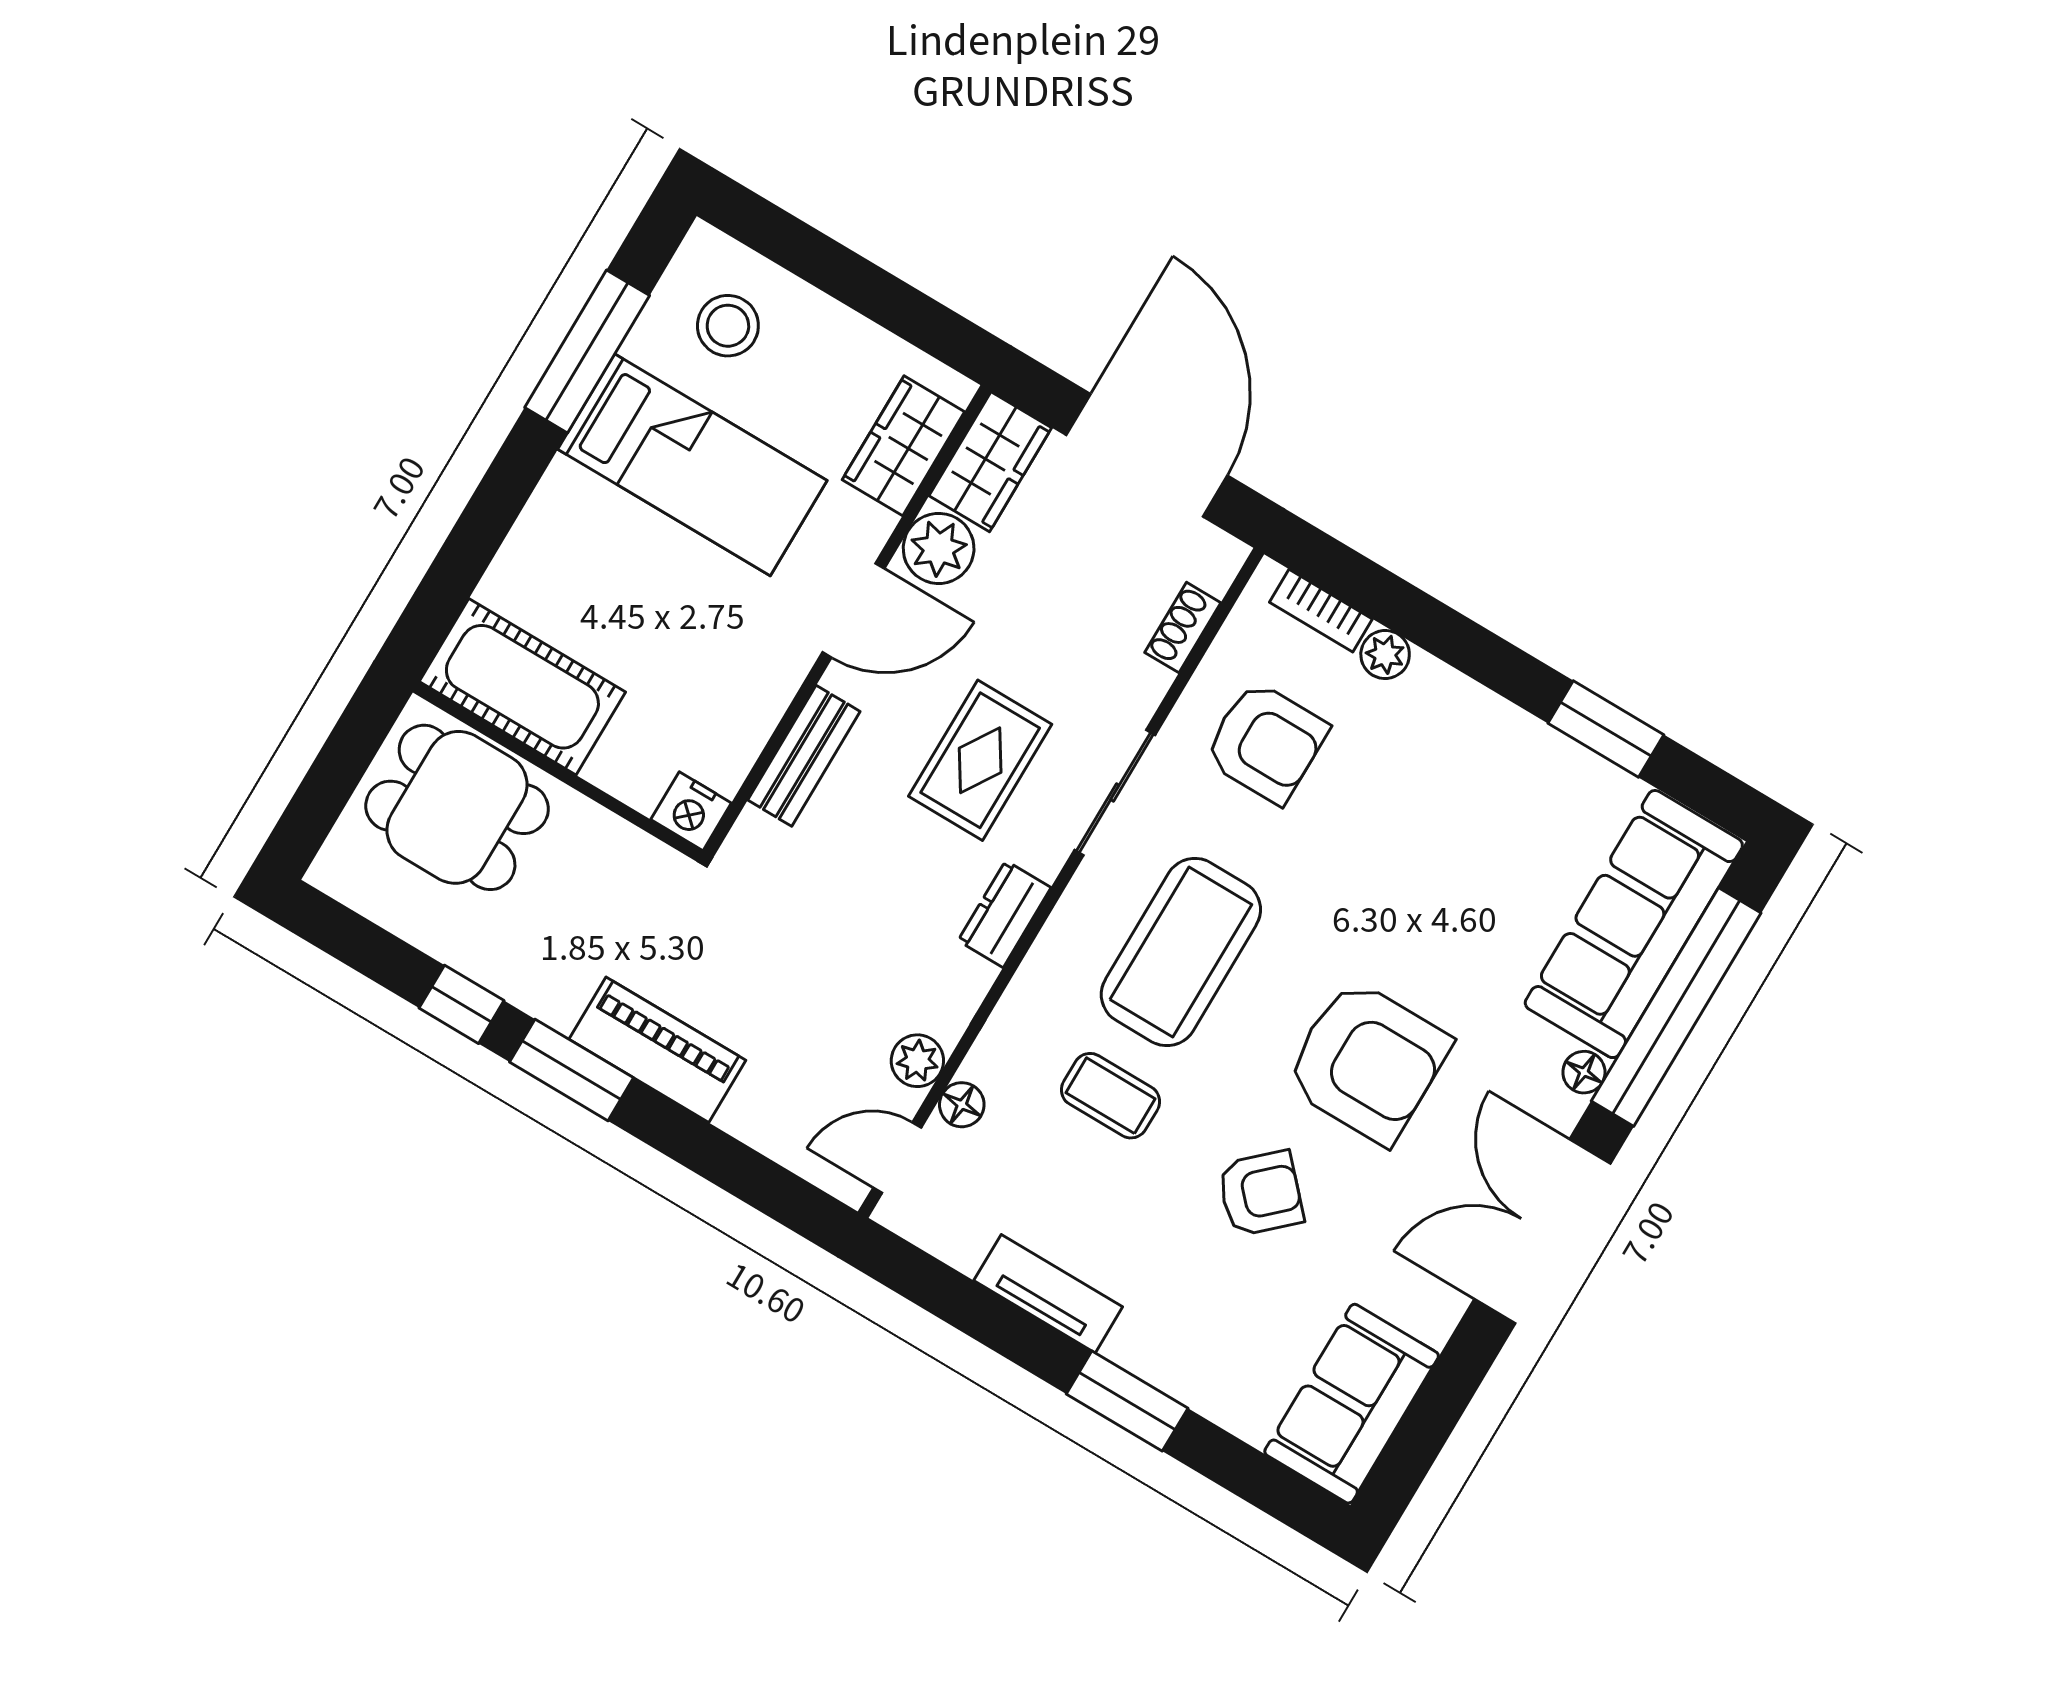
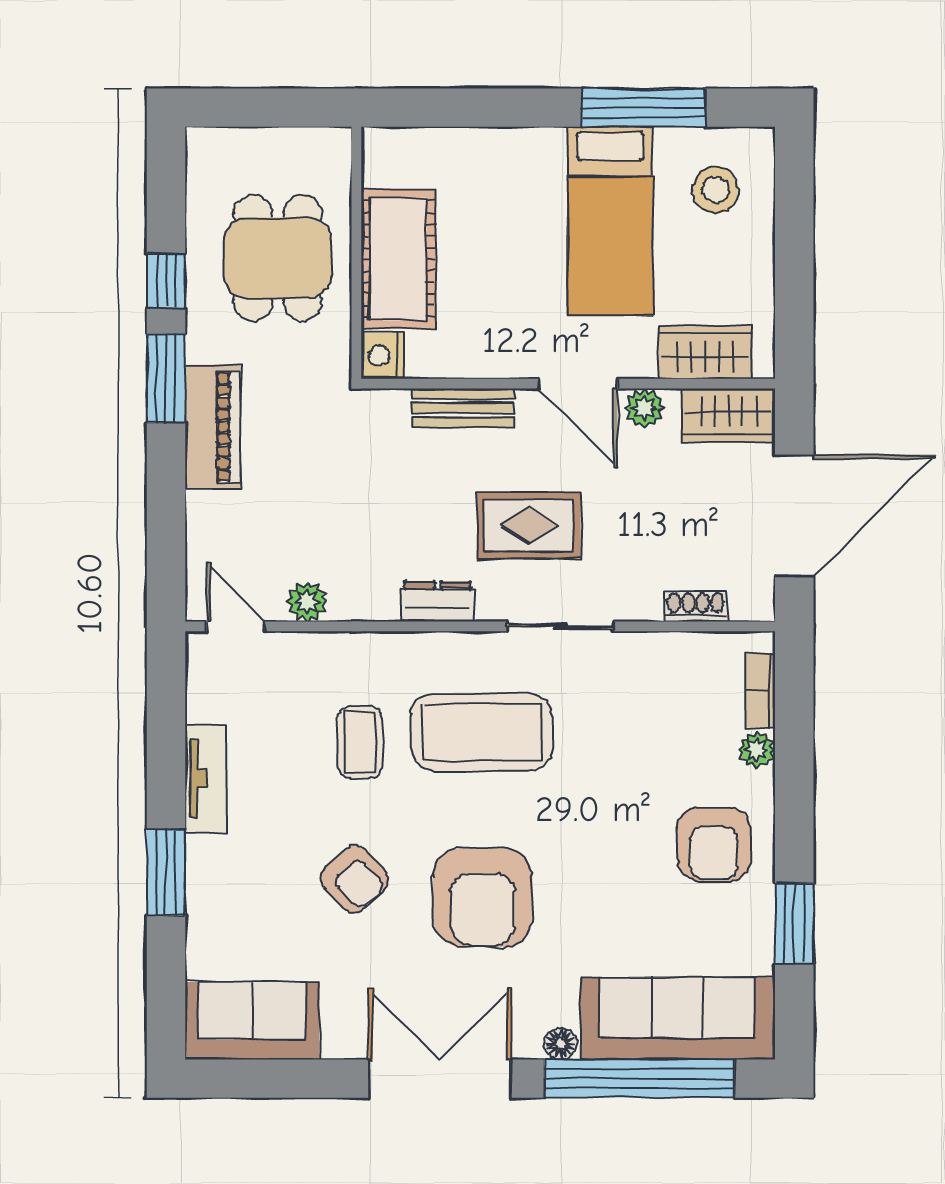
plant: (939, 548) -> (644, 408), width x0.73, depth x0.73
cot: (522, 687) -> (398, 259), moved
armchair: (1266, 742) -> (714, 844), moved
dining table: (457, 807) -> (278, 258), moved
floor lamp: (962, 1105) -> (296, 648), removed

